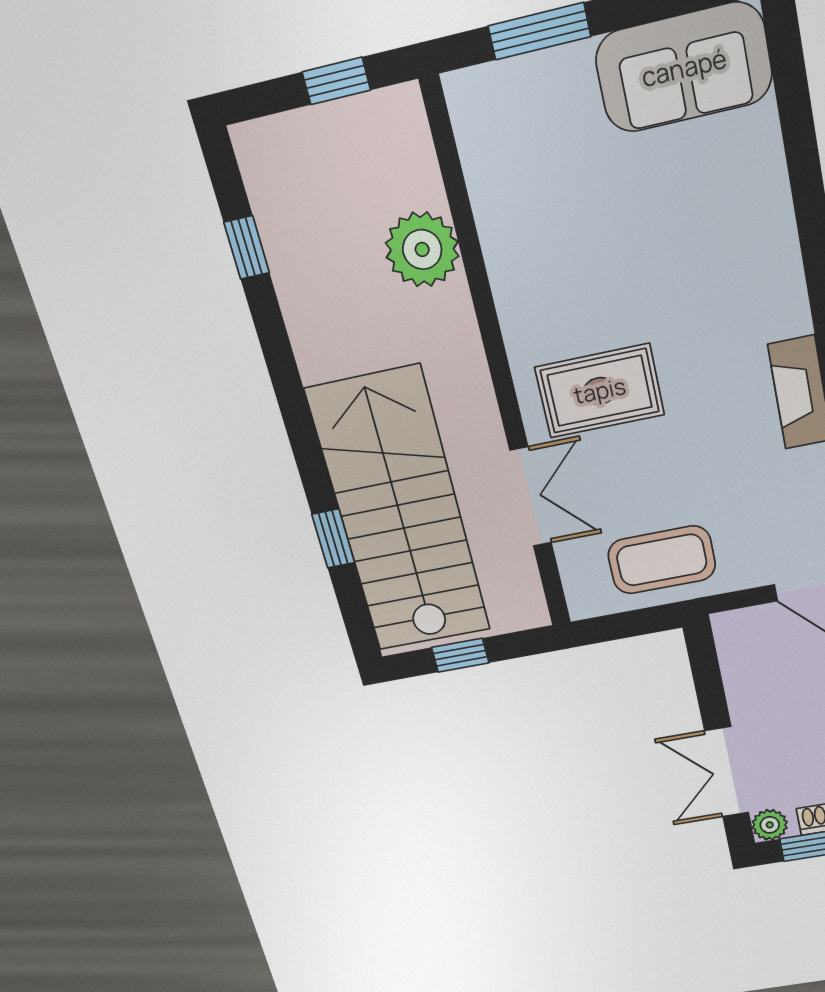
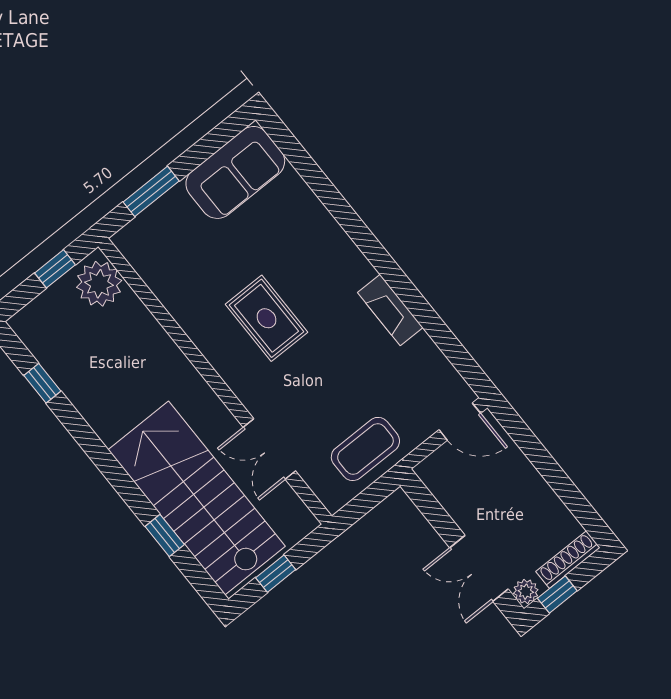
plant: (422, 249) -> (99, 284), moved
rug: (600, 391) -> (267, 318), moved, turned 90
double door: (531, 497) -> (269, 449), swing flipped

